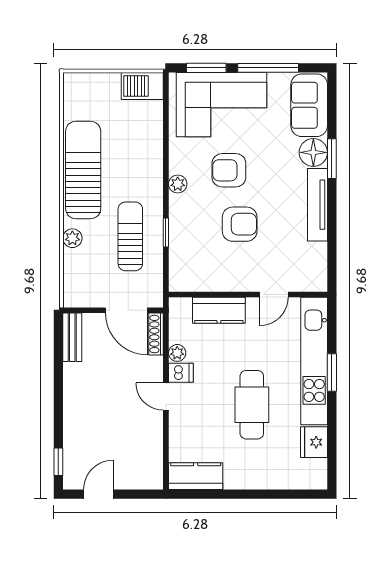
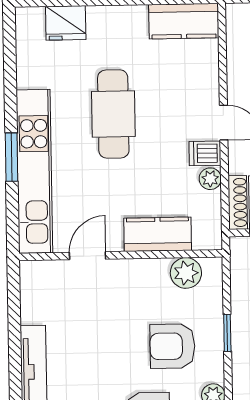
armchair: (240, 224) -> (172, 346), moved
plant: (197, 280) -> (186, 273), added
fridge: (314, 442) -> (66, 23), moved, turned 90

